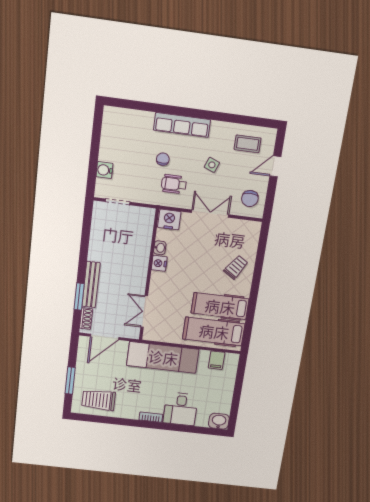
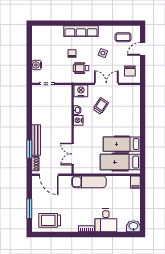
trolley: (236, 267) -> (101, 106), moved
door: (105, 337) -> (49, 175), hinge flipped
exam couch: (163, 357) -> (89, 182), width x0.73, depth x0.69
filing cabinet: (217, 360) -> (135, 182), moved

